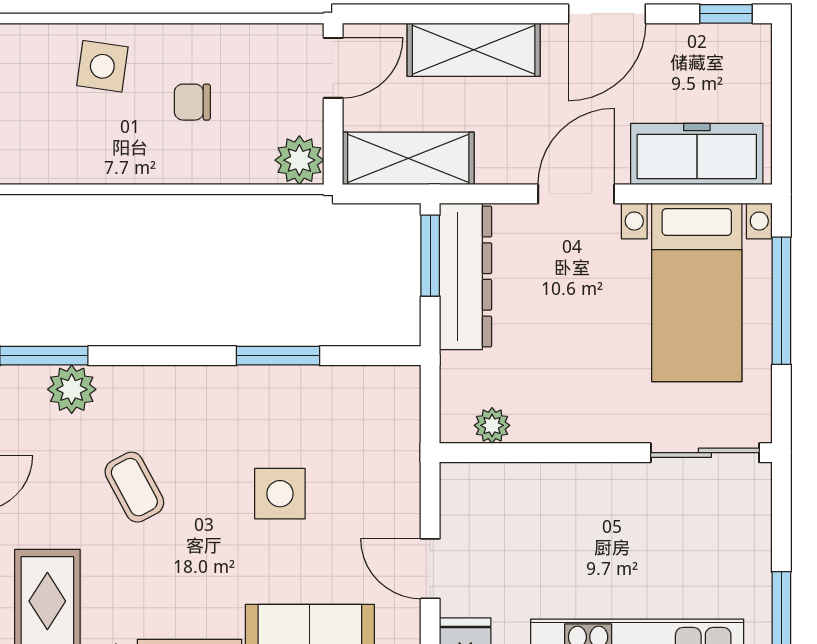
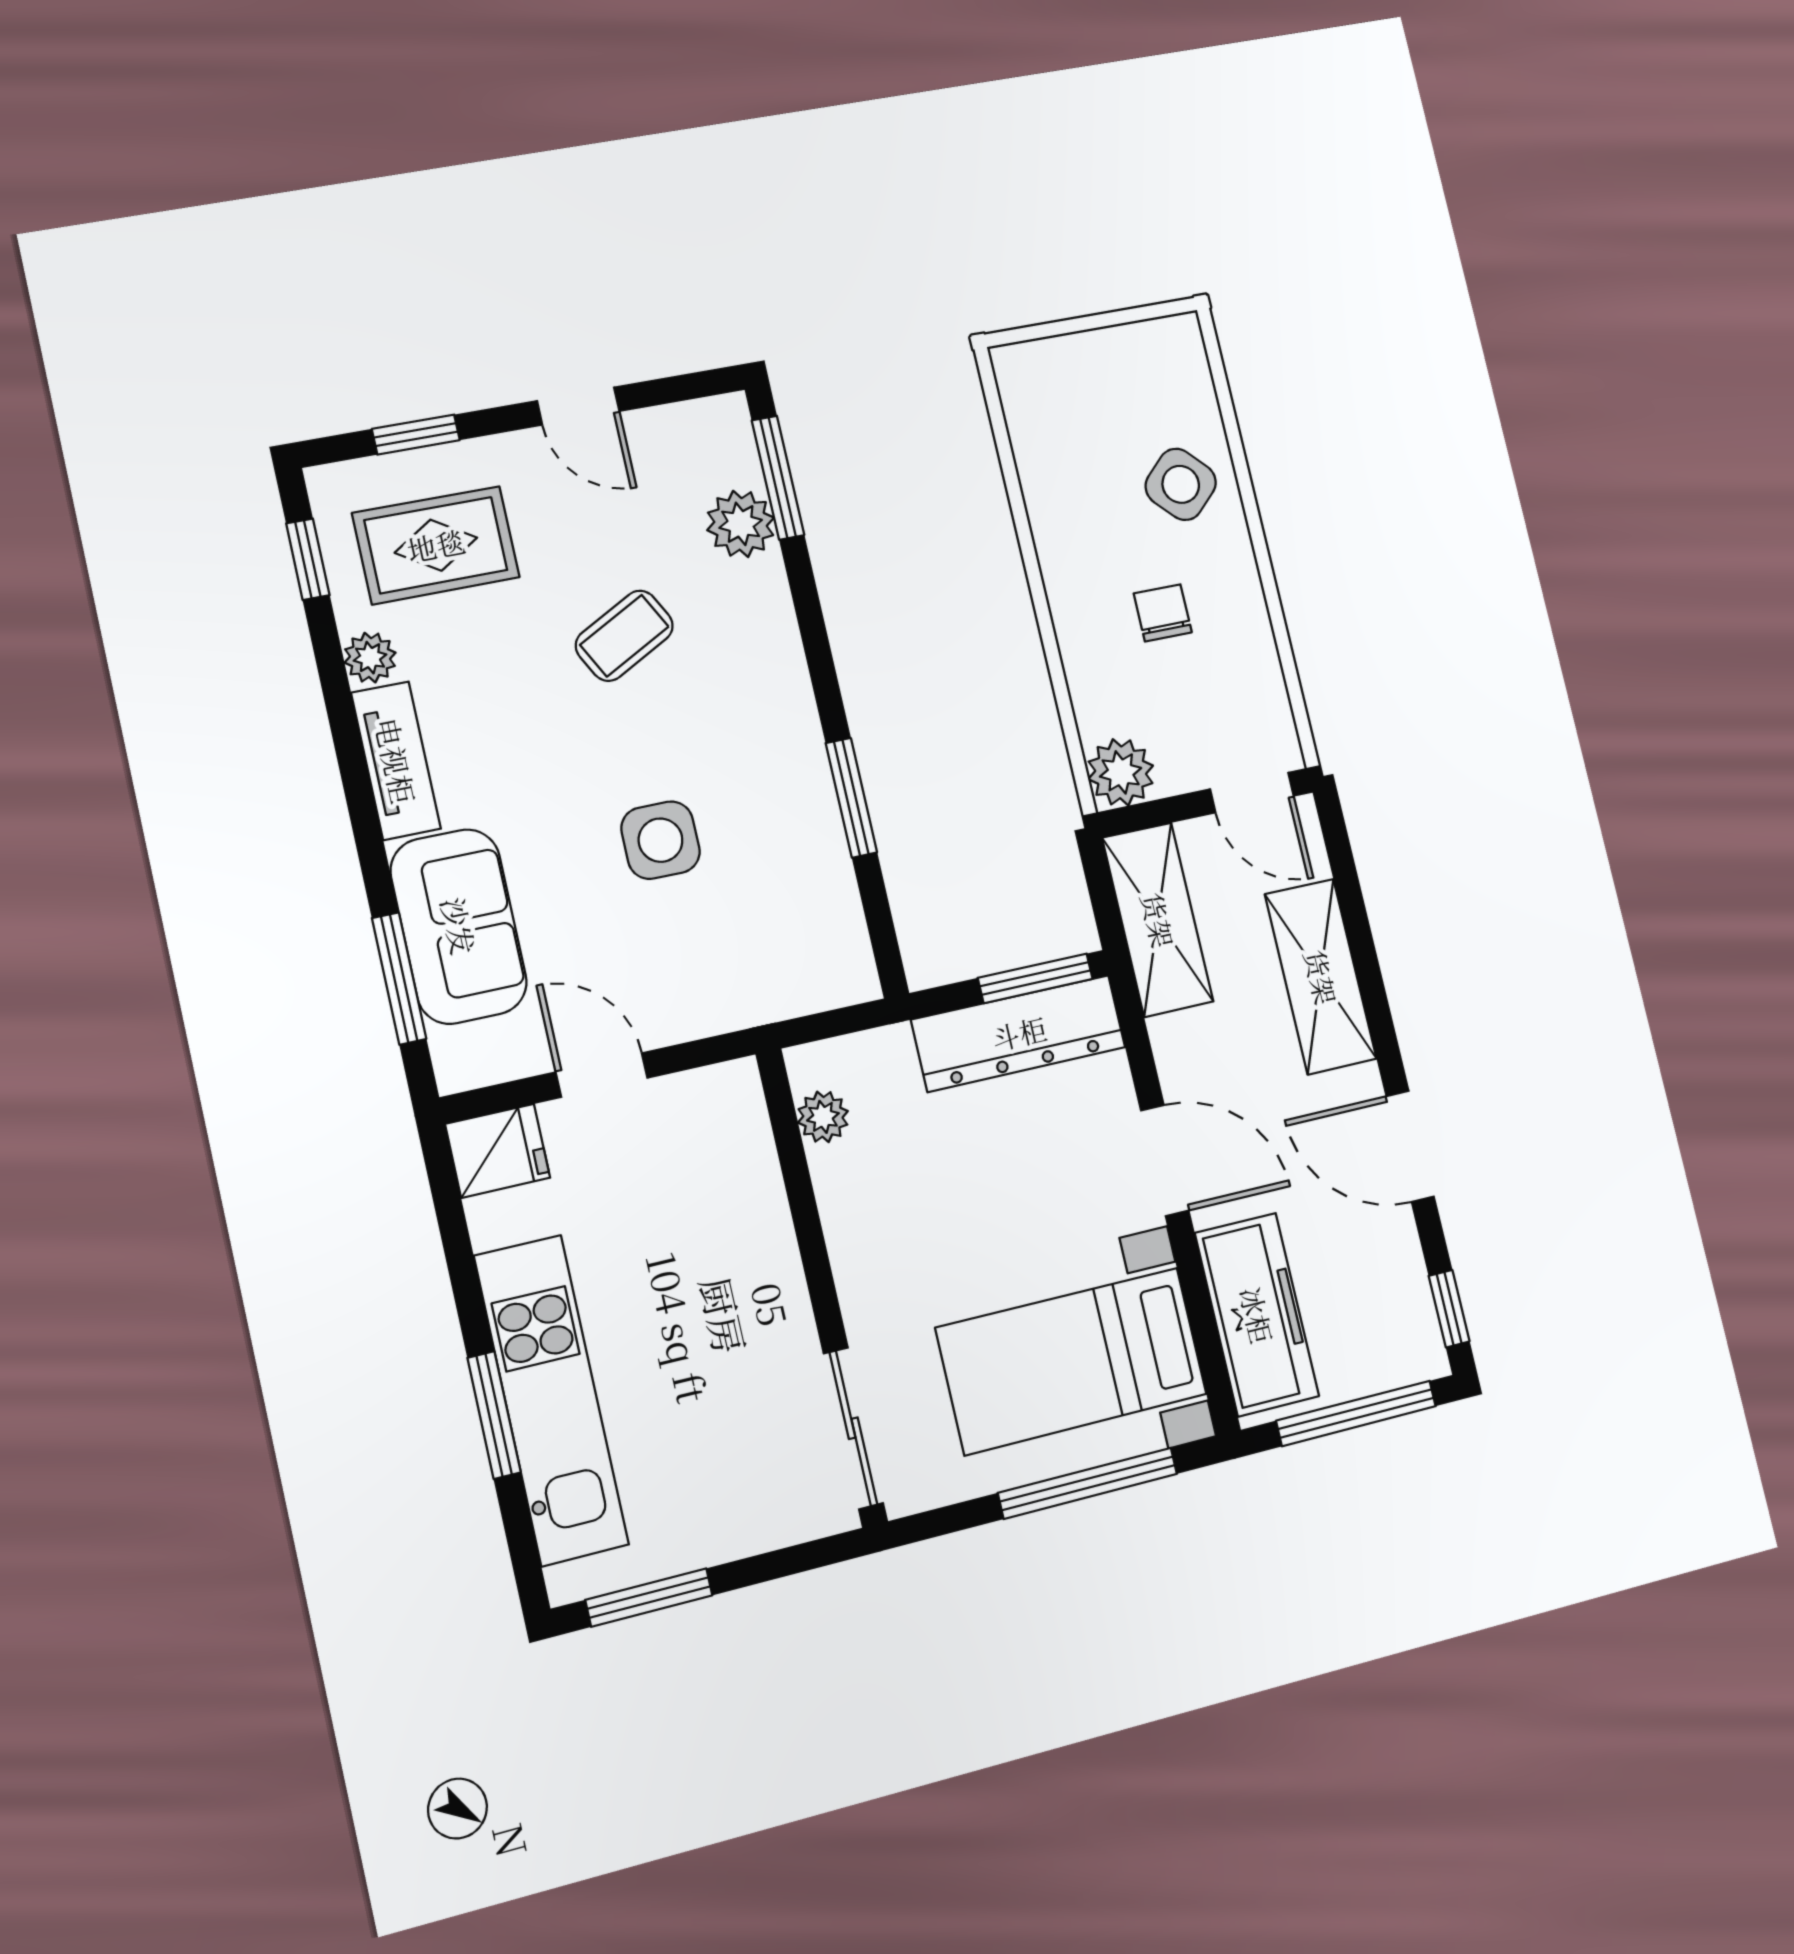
side table: (102, 66) -> (1181, 484), turned 38
window: (781, 99) -> (1356, 1413), added
door: (430, 569) -> (602, 1075), hinge flipped

